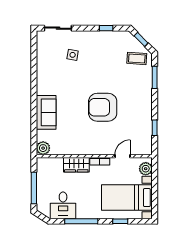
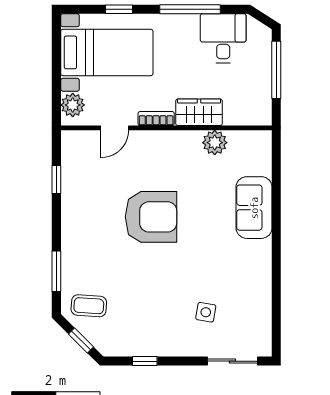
plant: (43, 148) -> (215, 143), moved

